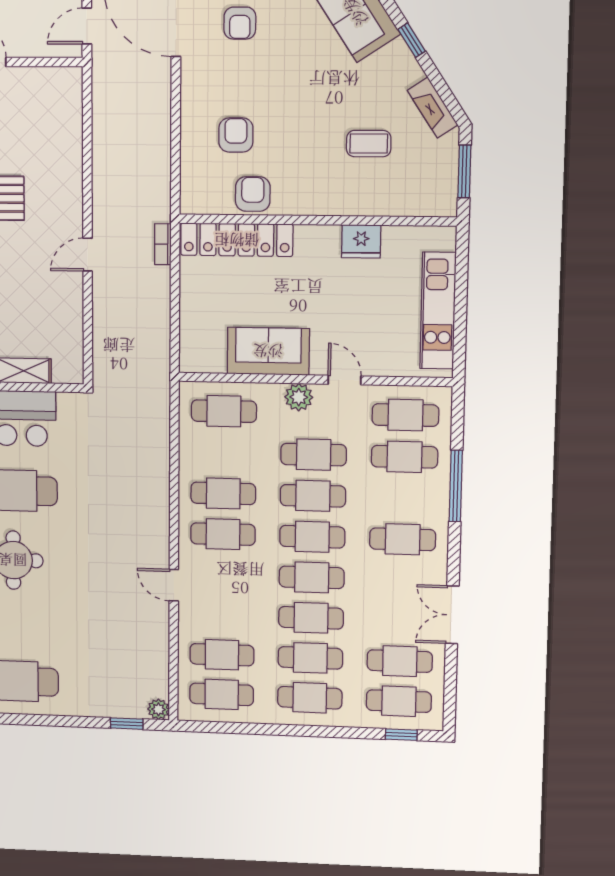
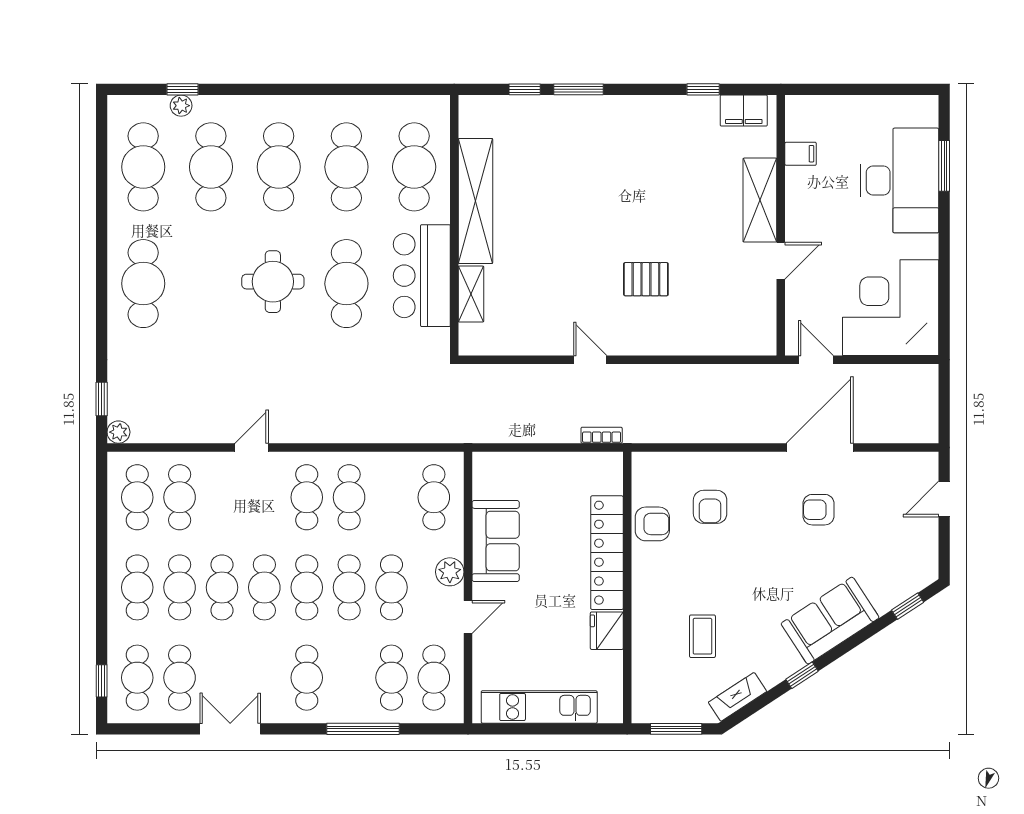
armchair: (236, 135) -> (710, 507), turned 90
locker: (237, 240) -> (607, 553), moved

